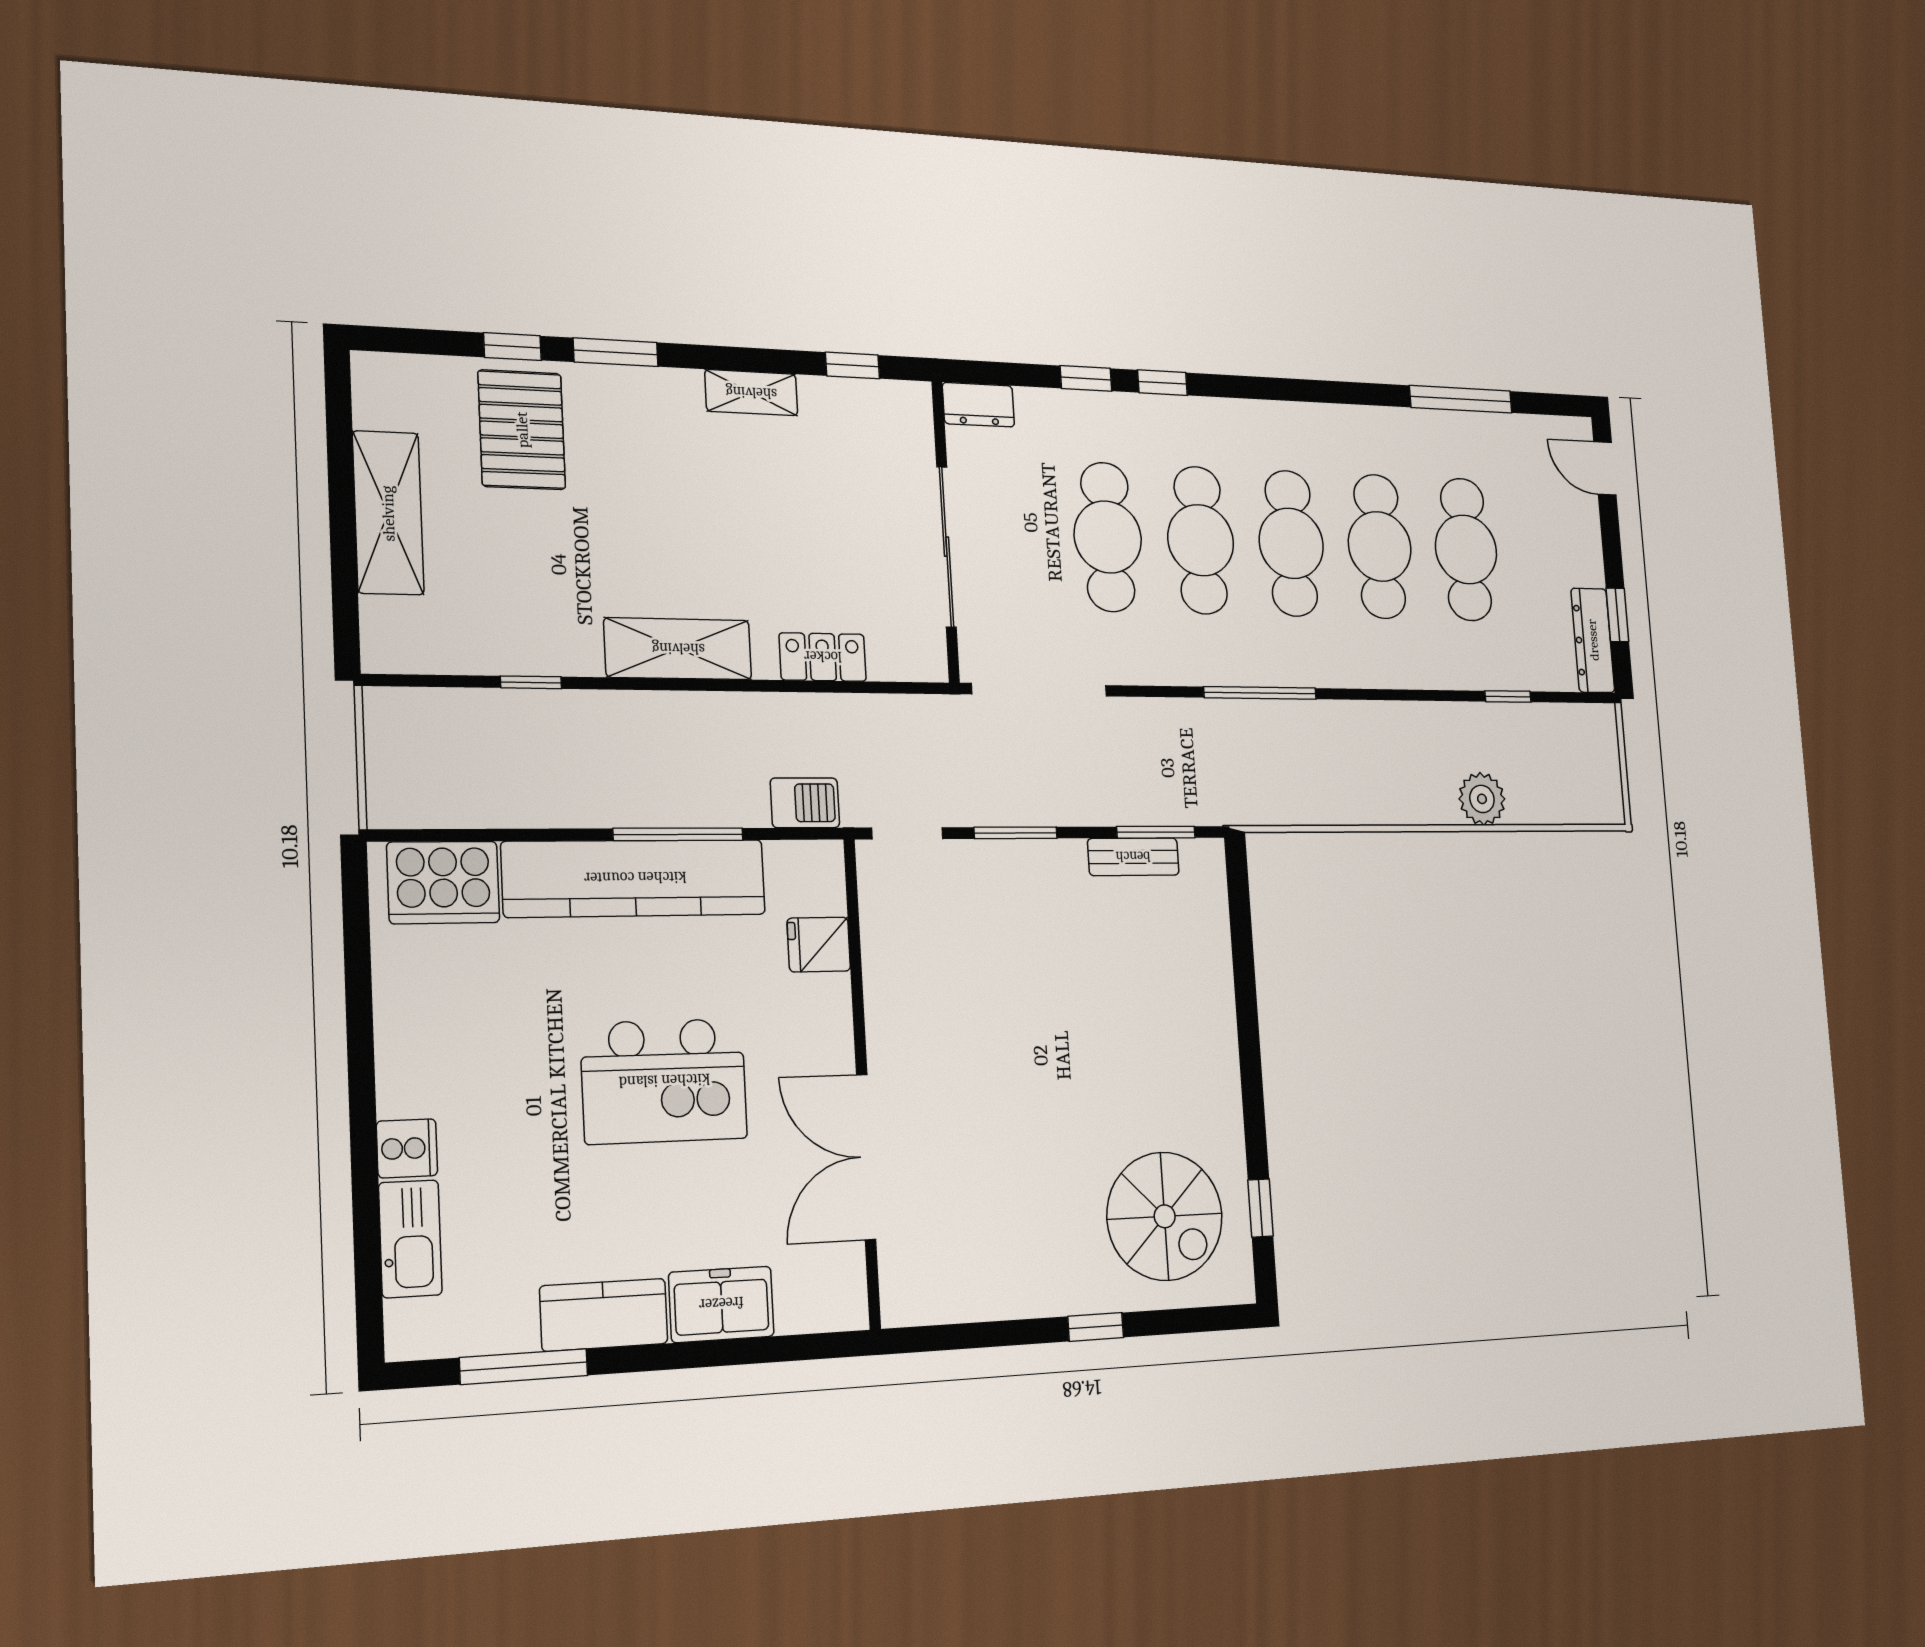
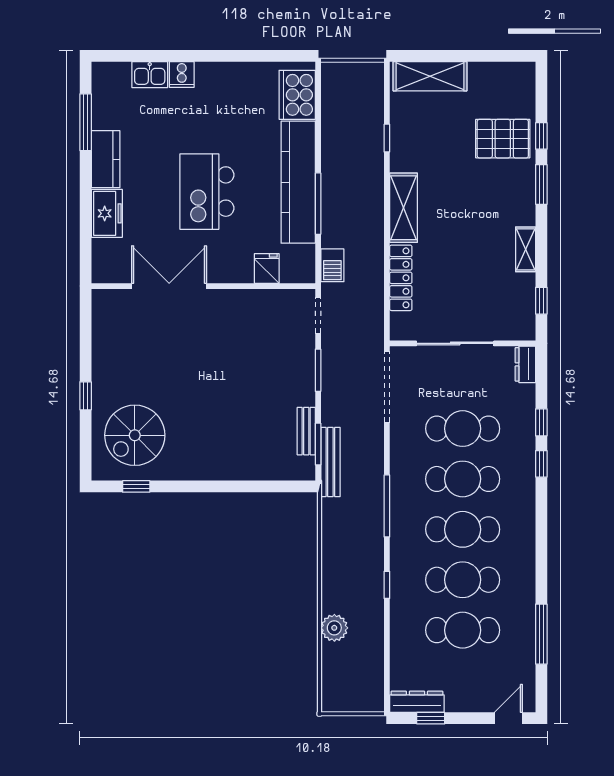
shelving: (388, 513) -> (430, 76), moved
locker: (823, 657) -> (401, 278), width x1.53
window: (1508, 696) -> (387, 585), moved
bench: (1188, 807) -> (330, 462), added
kitchen sink: (410, 1239) -> (150, 75), width x0.73

